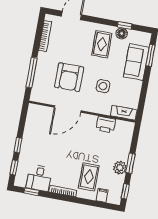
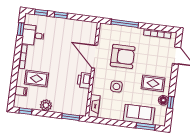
armchair: (69, 77) -> (123, 56), turned 180
printer: (106, 125) -> (84, 80), moved
window: (130, 163) -> (71, 117), moved

